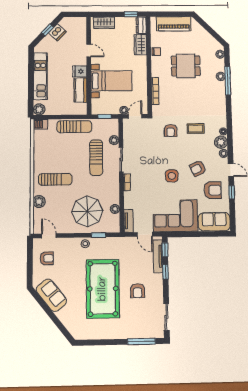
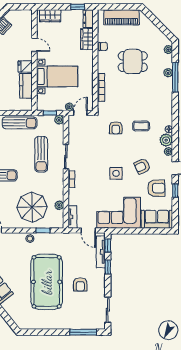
plant: (114, 140) -> (59, 120), moved

